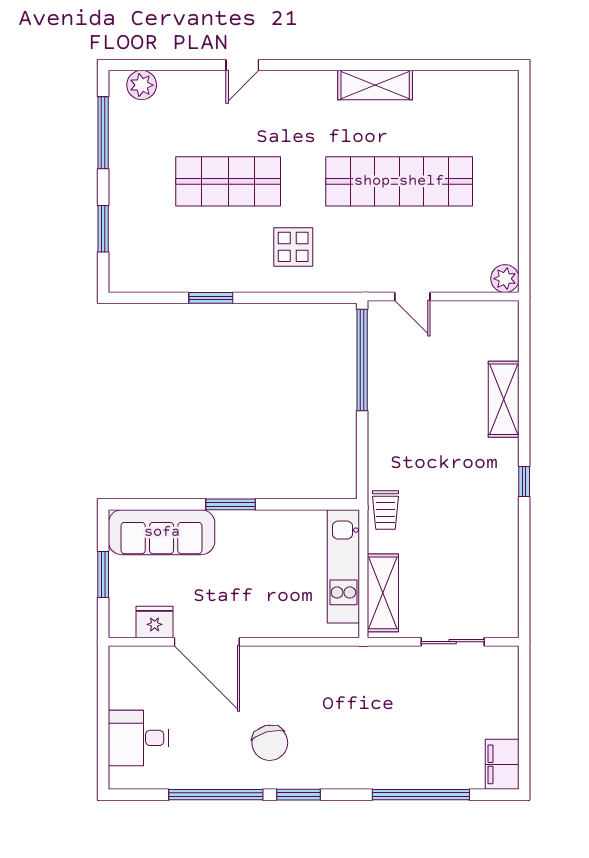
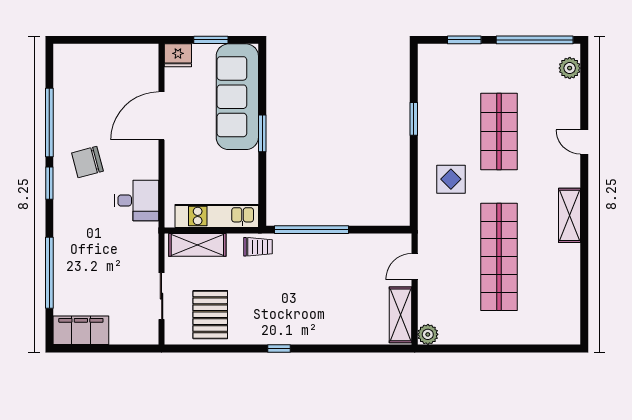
shelving: (375, 85) -> (570, 215), moved
window: (103, 133) -> (535, 40), width x1.46
window: (362, 360) -> (311, 230), moved
shelving: (504, 399) -> (401, 315), moved, turned 90
trolley: (385, 510) -> (258, 247), turned 180
sofa: (162, 532) -> (237, 97), width x1.36, depth x1.27
pallet: (478, 575) -> (210, 315), added
fridge: (155, 622) -> (178, 55), moved, turned 90
desk: (138, 738) -> (137, 201), moved, turned 90
filing cabinet: (502, 764) -> (81, 330), width x1.50, depth x1.17

